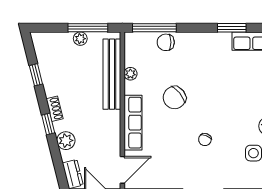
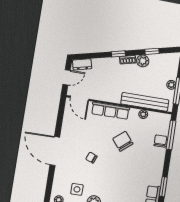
plant: (66, 141) -> (143, 61), moved

